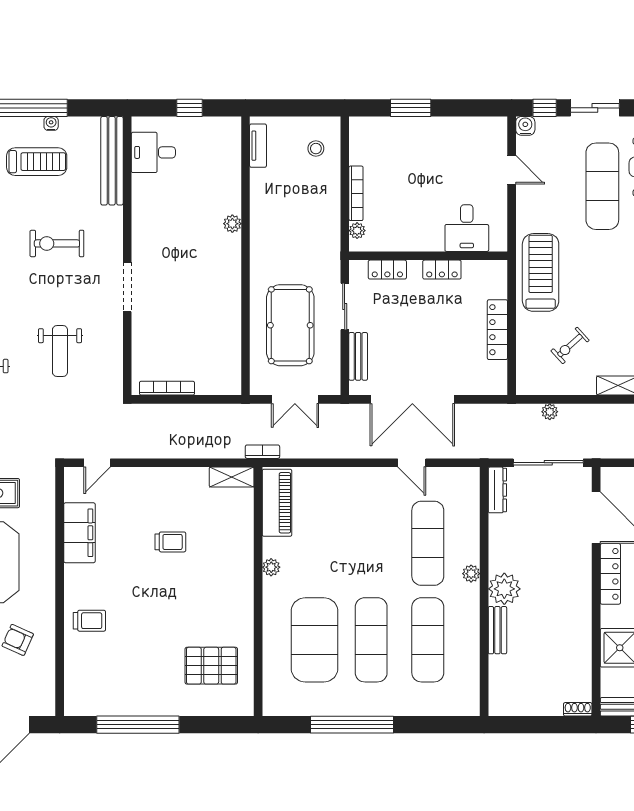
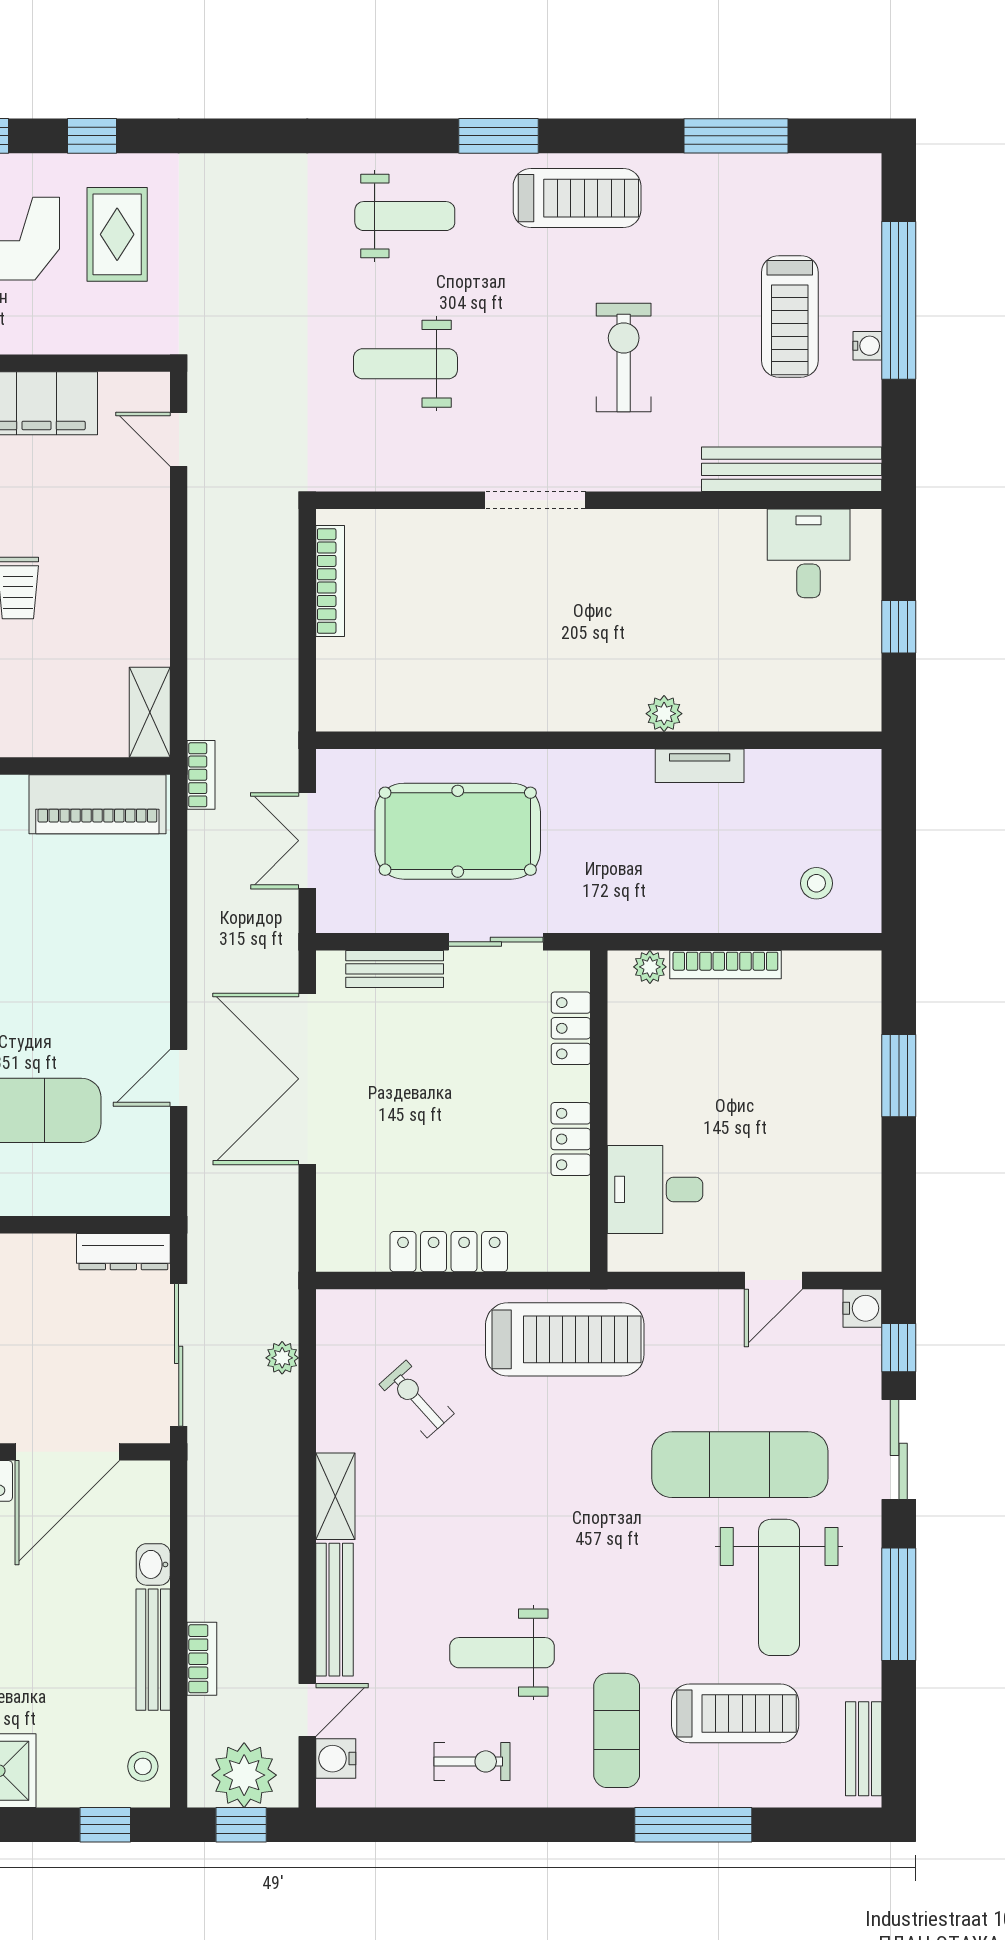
tv unit: (258, 146) -> (700, 766), moved

